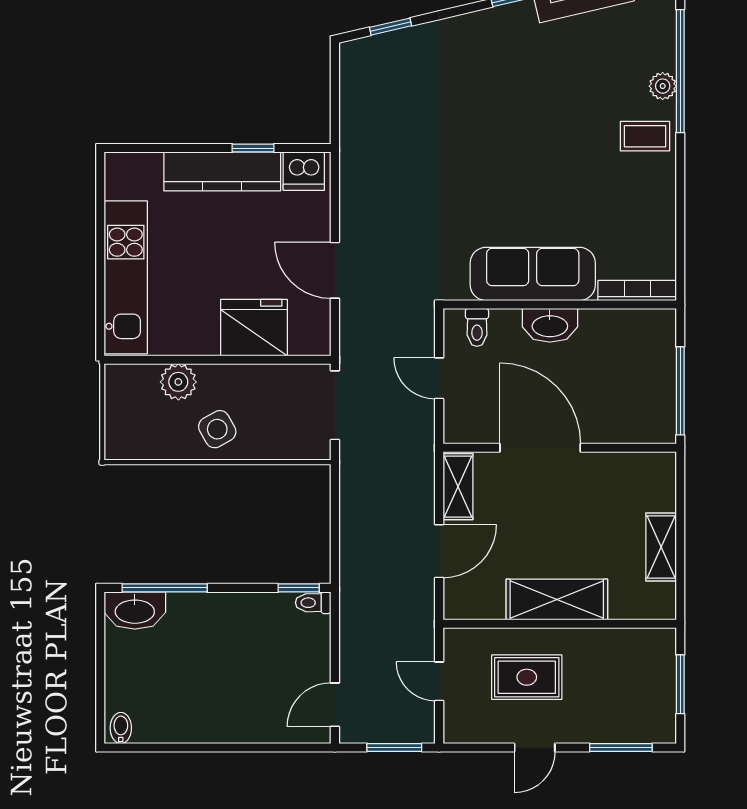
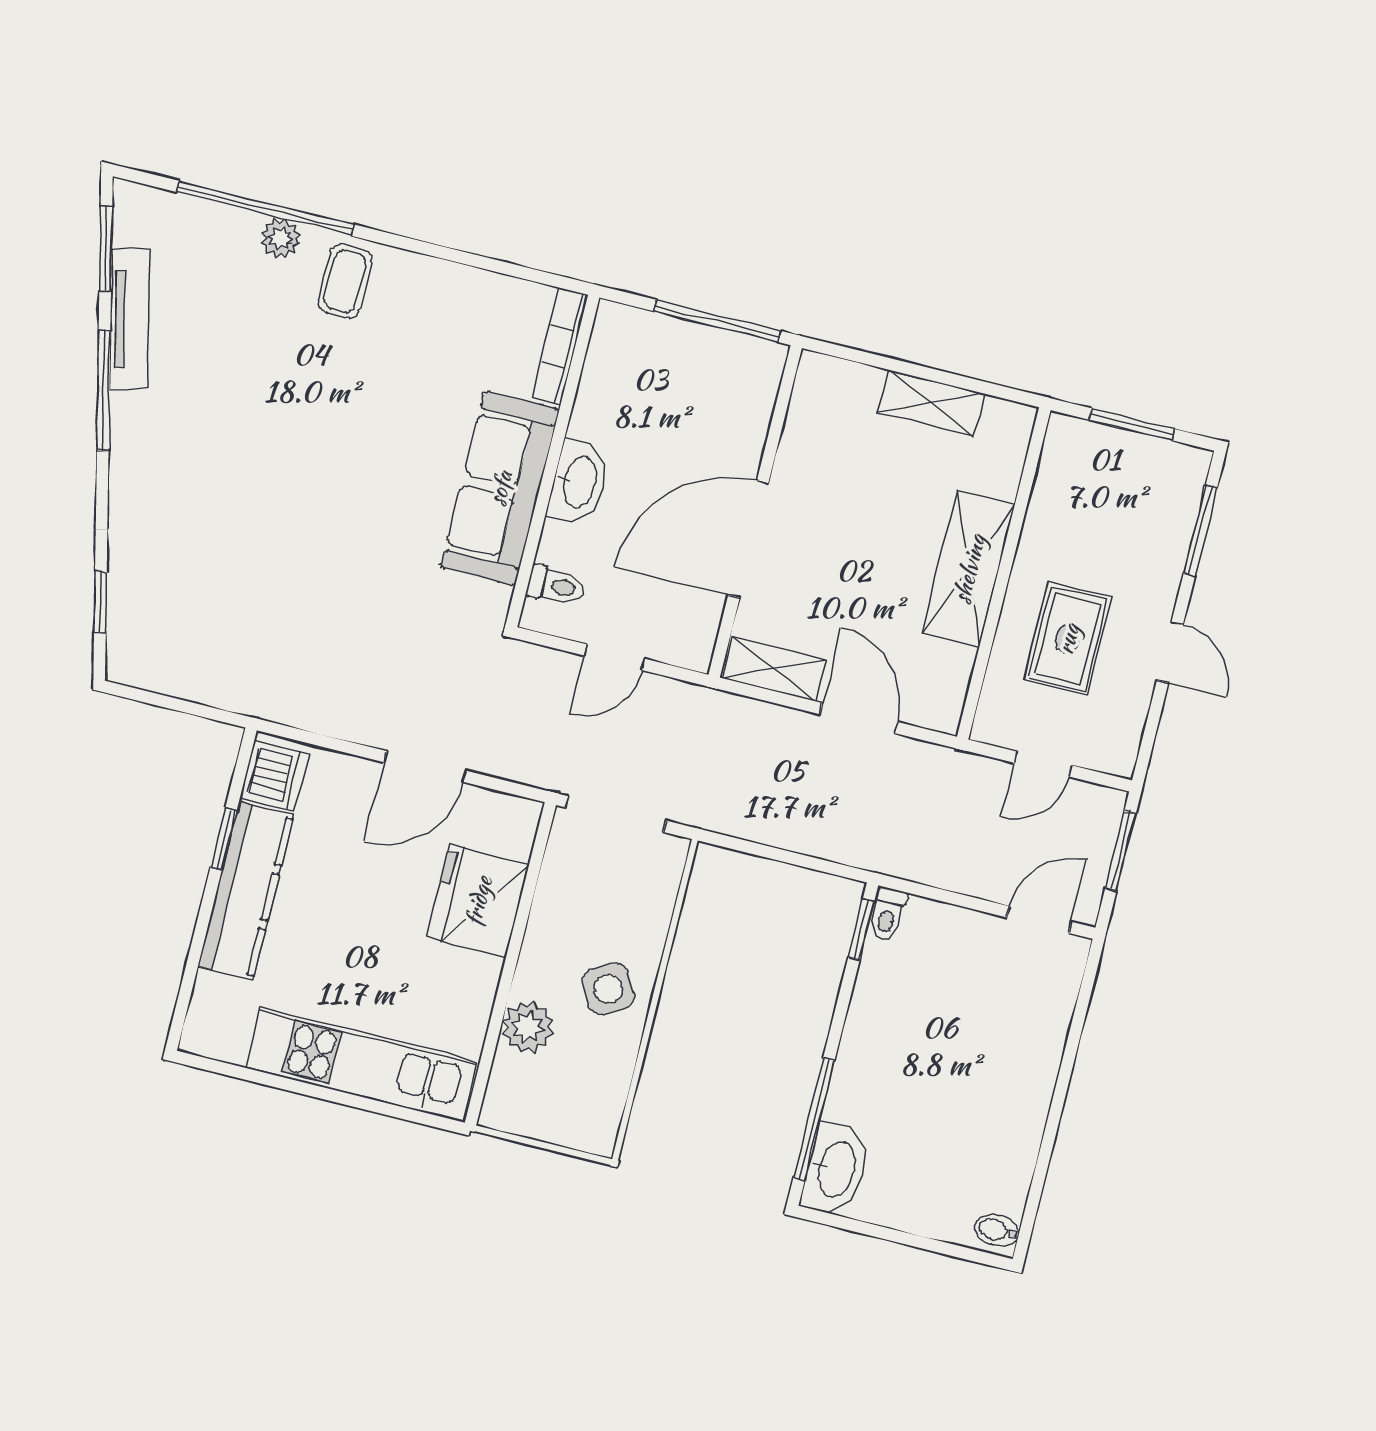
door: (335, 705) -> (1039, 920), swing flipped

